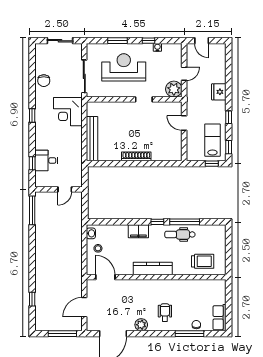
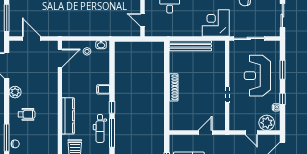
reception desk: (124, 67) -> (257, 76), turned 180
plant: (174, 89) -> (267, 123), moved
filing cabinet: (138, 231) -> (103, 89), width x0.50
dental chair: (180, 234) -> (100, 129), turned 180
kitchen counter: (153, 269) -> (68, 116), moved

